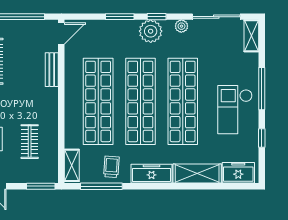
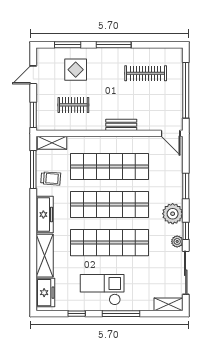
window: (157, 17) -> (186, 231), moved
bench: (52, 70) -> (121, 125), moved

